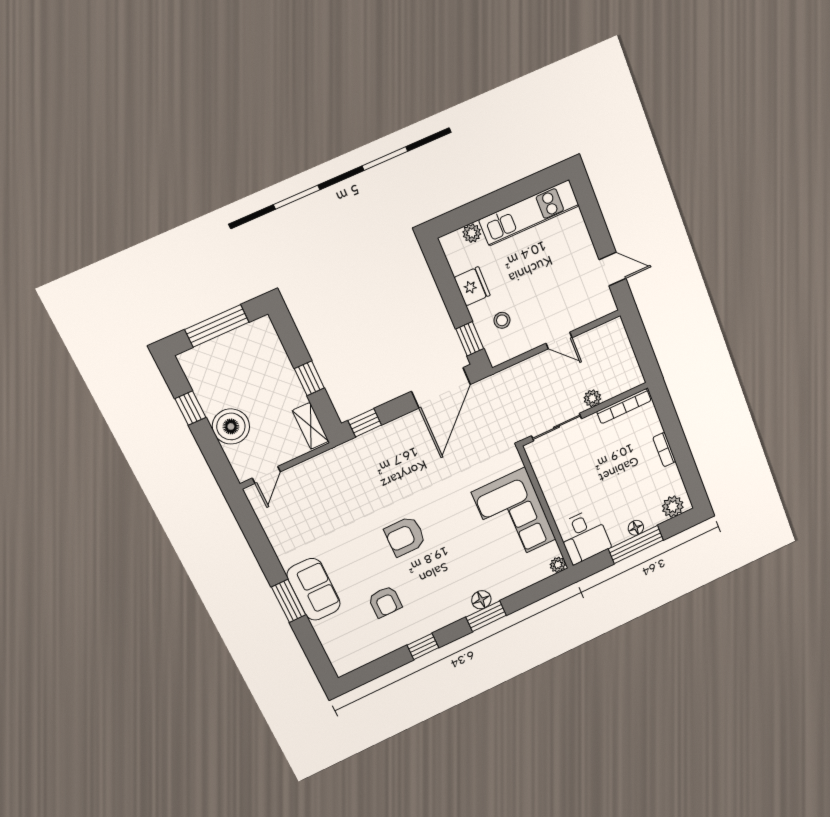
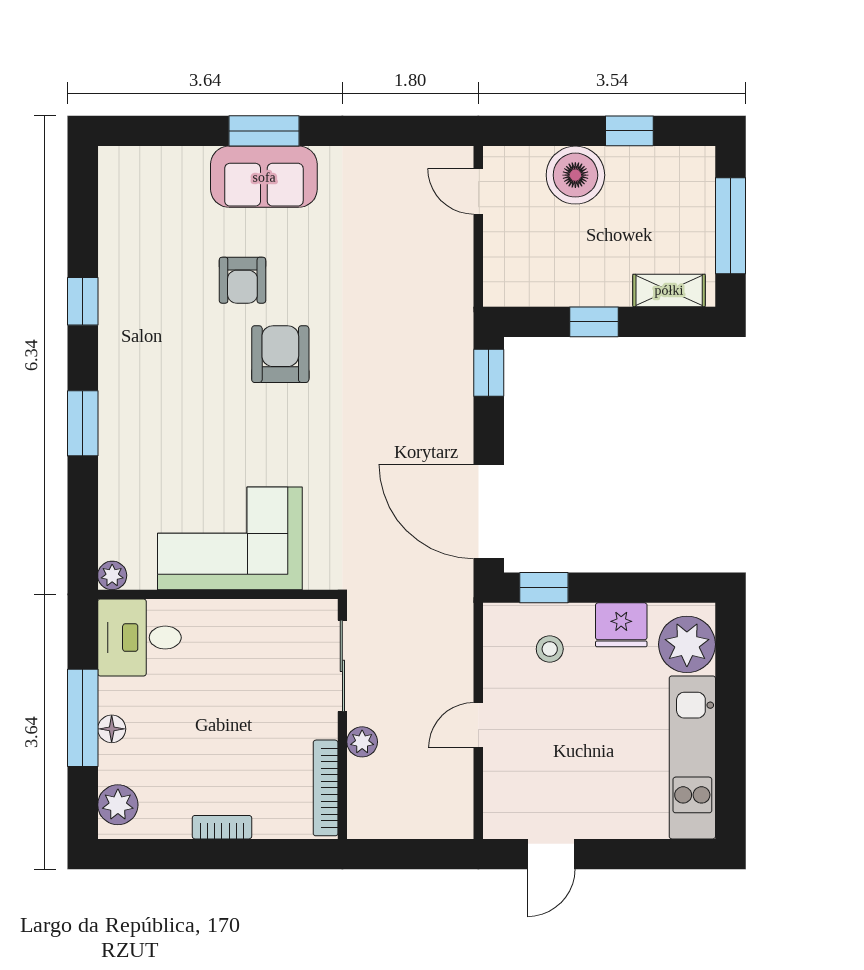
plant: (472, 233) -> (687, 644), width x1.88, depth x1.88
shelving: (311, 426) -> (669, 290), moved
floor lamp: (481, 600) -> (115, 428), removed
armchair: (385, 602) -> (242, 280), moved, turned -90

